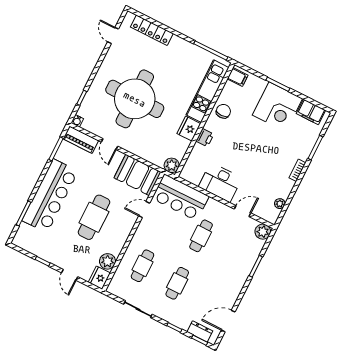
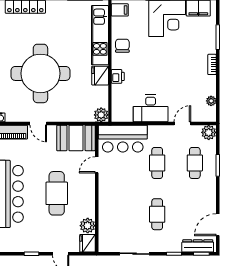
cafe table: (142, 266) -> (195, 163), moved
dresser: (200, 331) -> (198, 246), width x1.44

